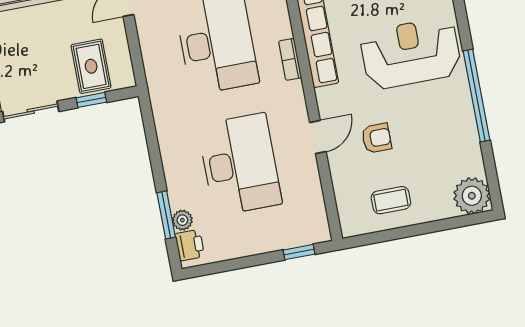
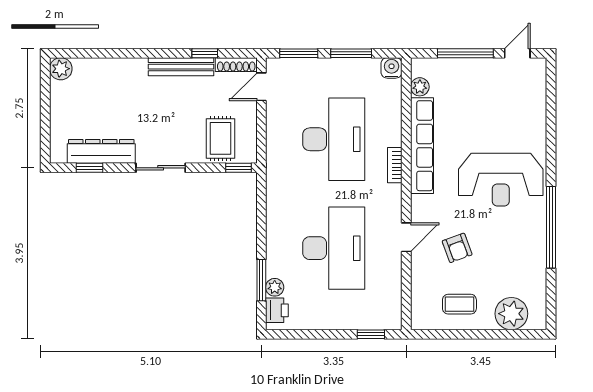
reception desk: (411, 53) -> (501, 180), turned 180
window: (91, 100) -> (238, 168), moved
armchair: (377, 138) -> (457, 248), turned 70
plant: (472, 196) -> (511, 314), moved

